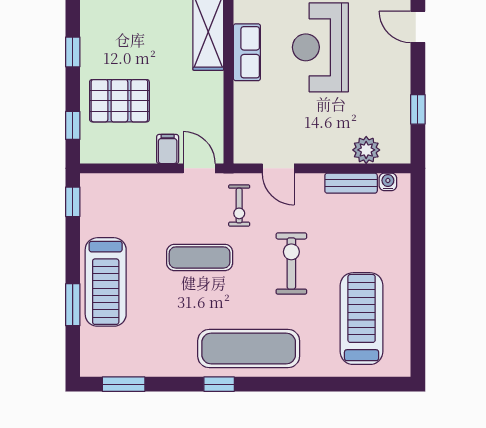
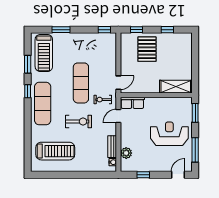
row of seats: (247, 52) -> (132, 103), moved
filing cabinet: (168, 149) -> (127, 69), removed
exercise mat: (200, 257) -> (81, 83), width x1.36, depth x1.45
treadmill: (106, 282) -> (44, 53), moved, turned -90
window: (124, 384) -> (28, 64), moved

